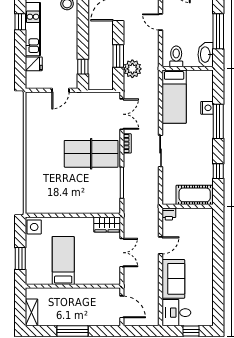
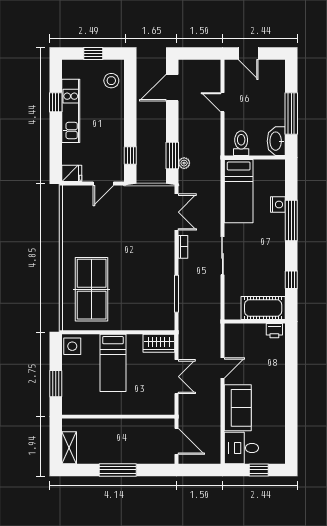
window: (118, 56) -> (172, 156), moved
fridge: (34, 64) -> (72, 173), moved
plant: (132, 69) -> (184, 163), width x0.53, depth x0.53
table tennis table: (91, 154) -> (92, 289), moved, turned 90
printer: (169, 214) -> (274, 331), moved
bed: (63, 261) -> (113, 363), moved, turned 180

